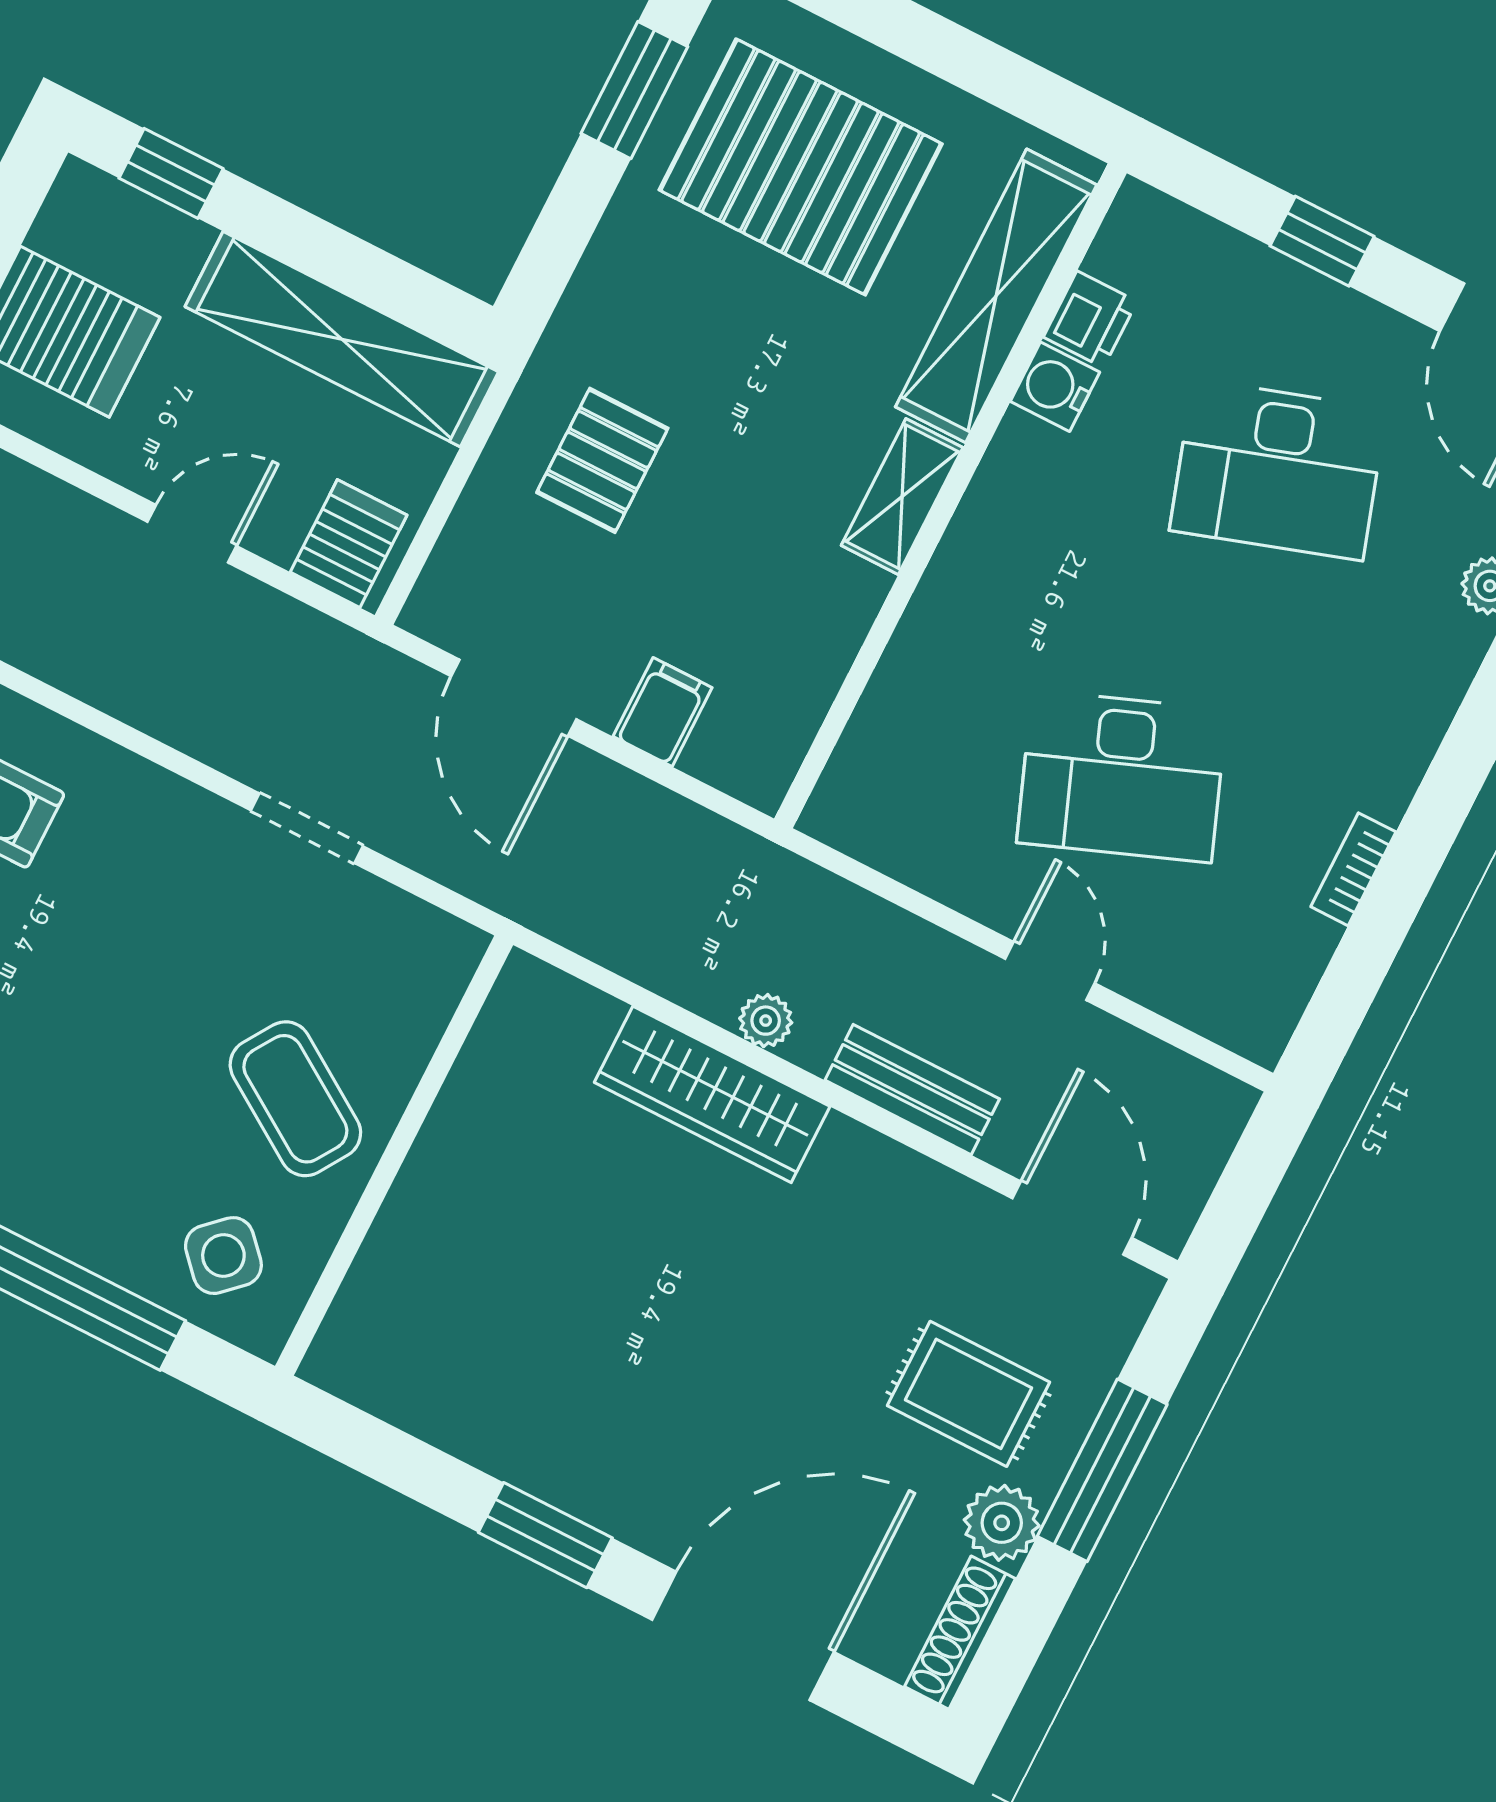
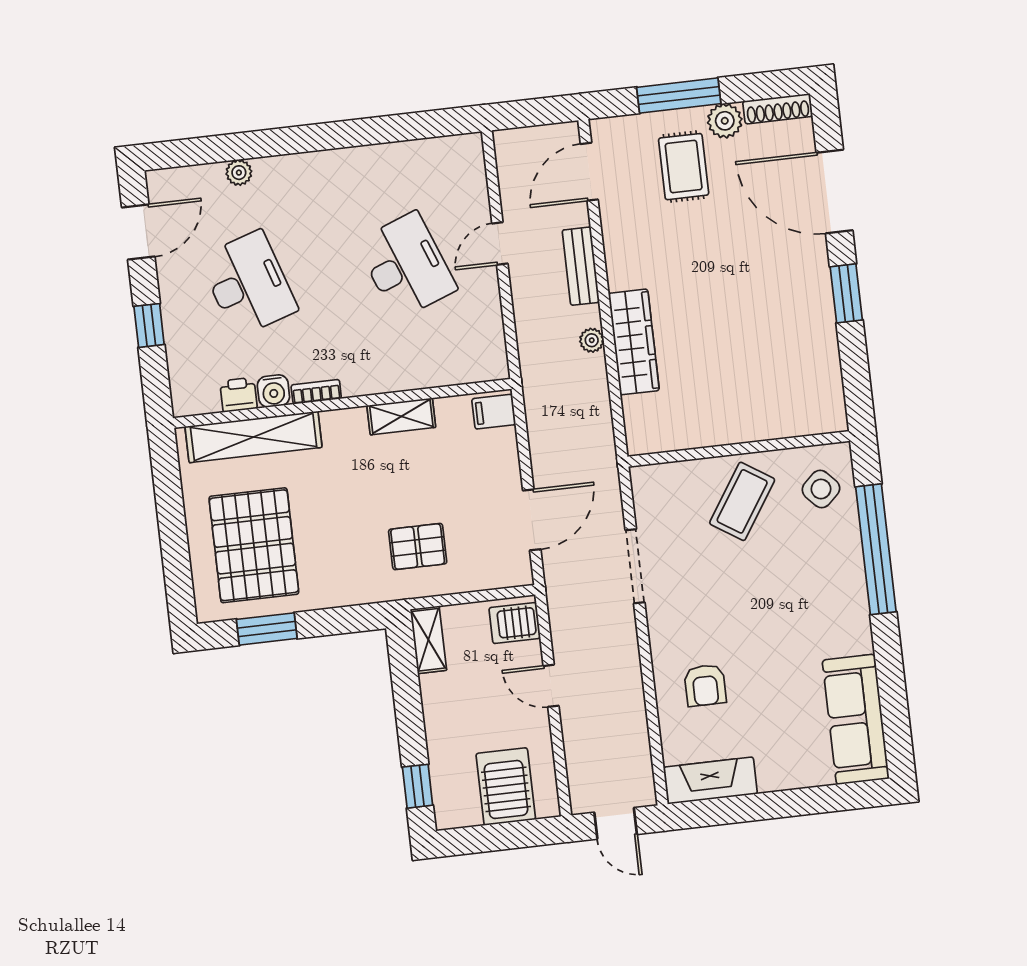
shelving: (342, 339) -> (428, 640), width x0.45, depth x0.75
shelving: (902, 497) -> (401, 416), moved
filing cabinet: (663, 712) -> (494, 412), moved
doorway: (307, 828) -> (635, 566), width x1.38
bookcase: (1353, 869) -> (316, 392), moved, turned 180

